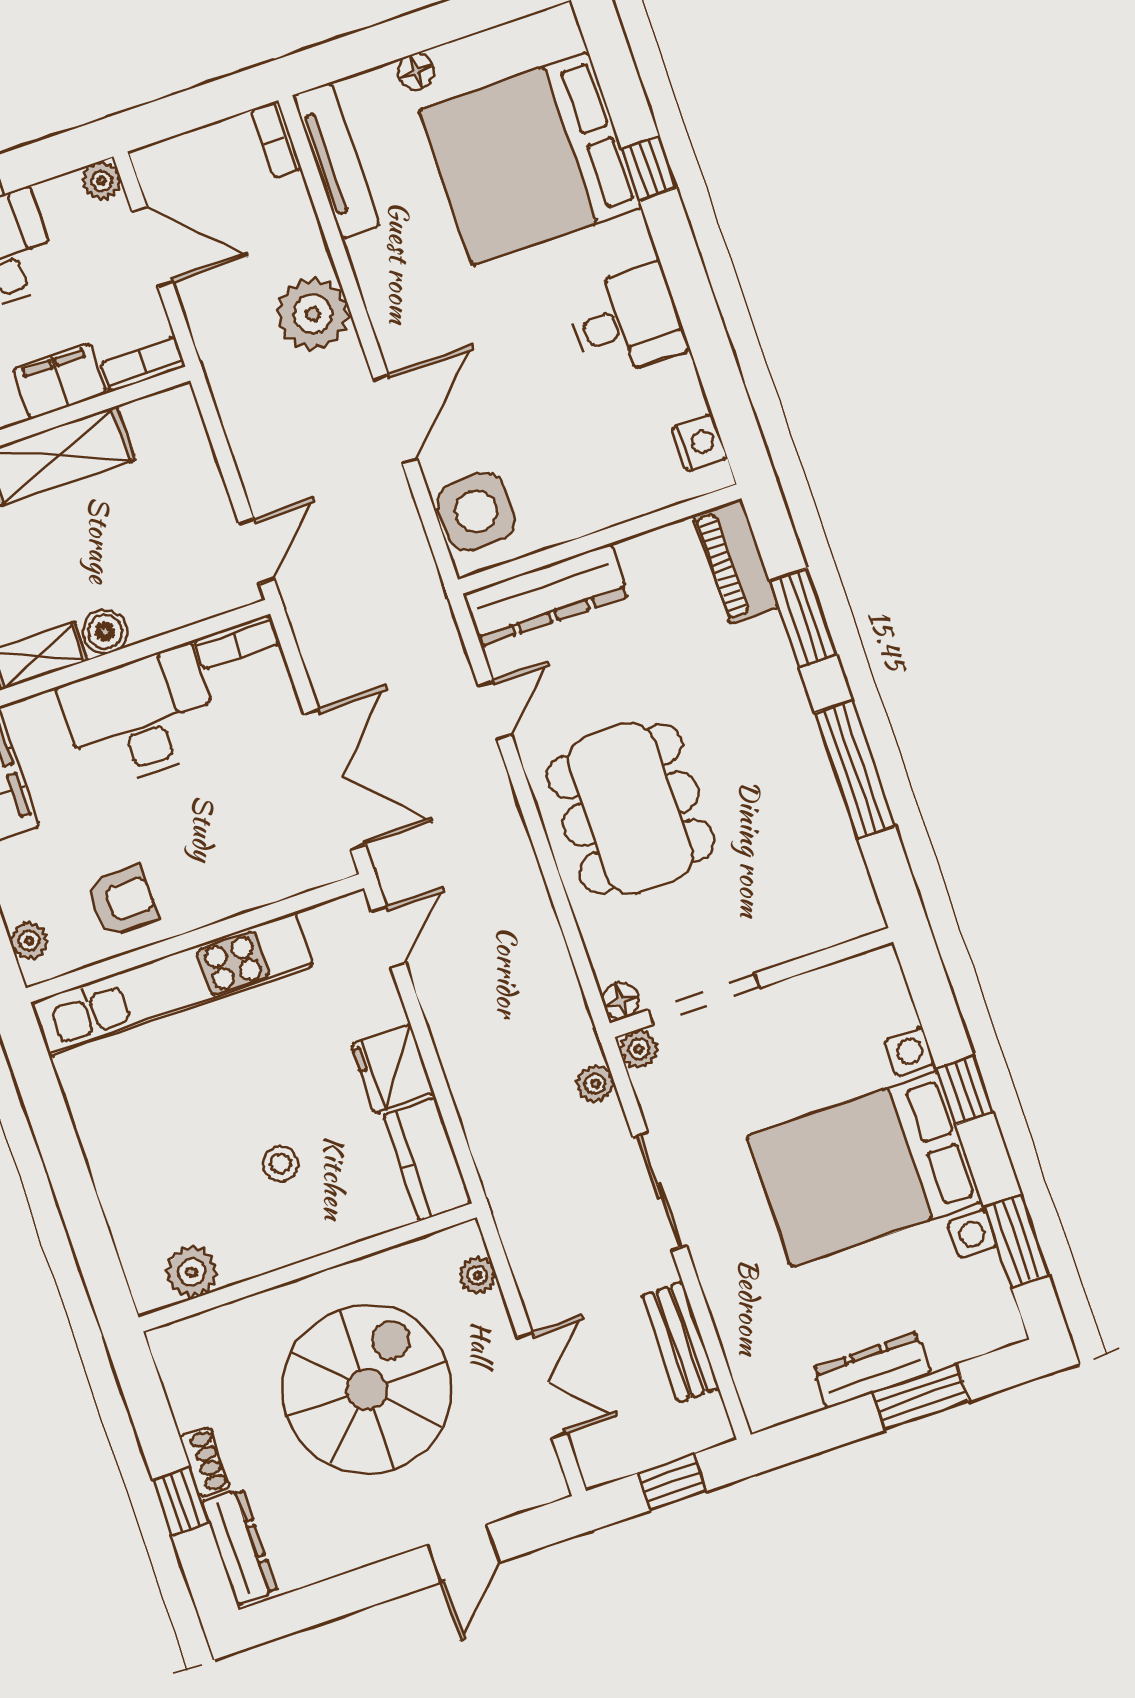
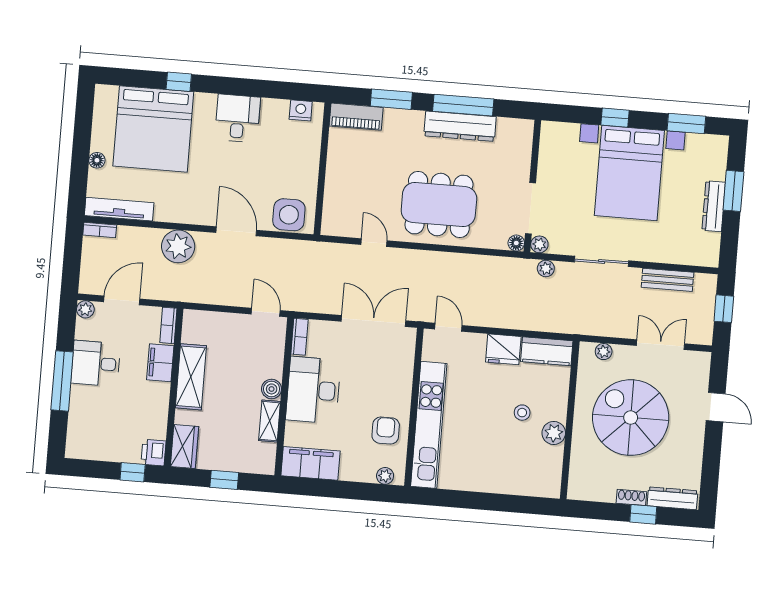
dresser: (546, 595) -> (460, 126), moved, turned 90
plant: (192, 1272) -> (554, 433), moved

